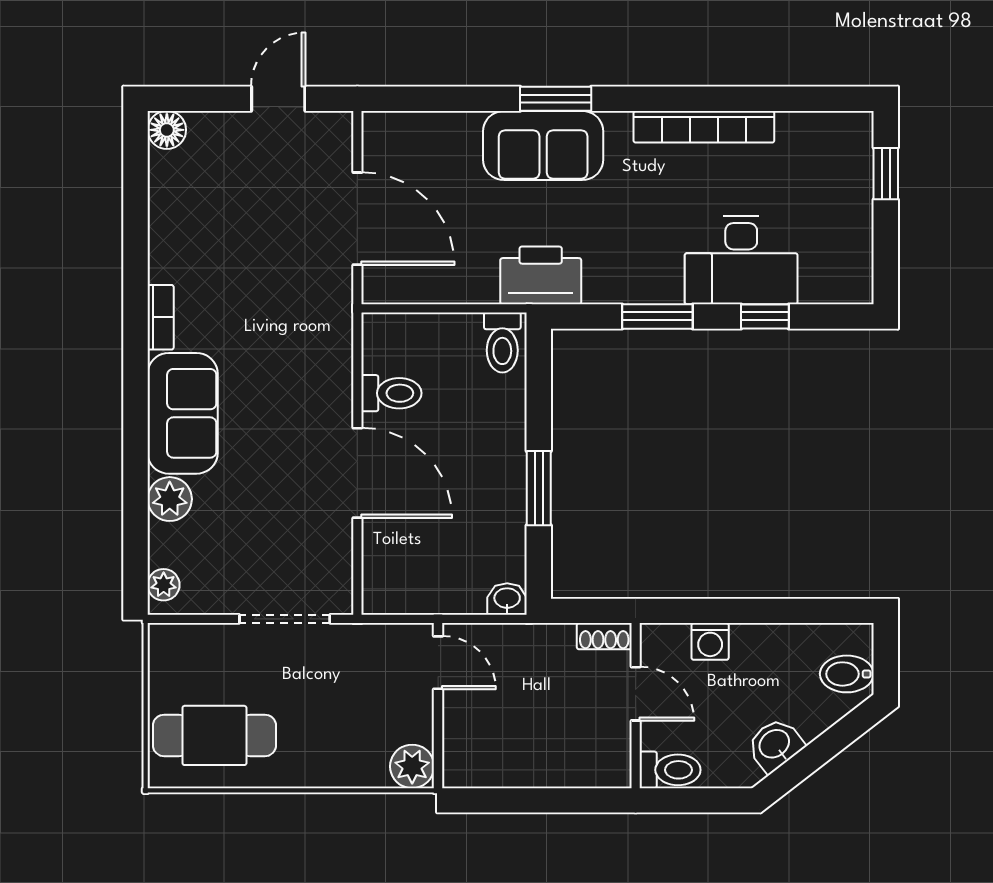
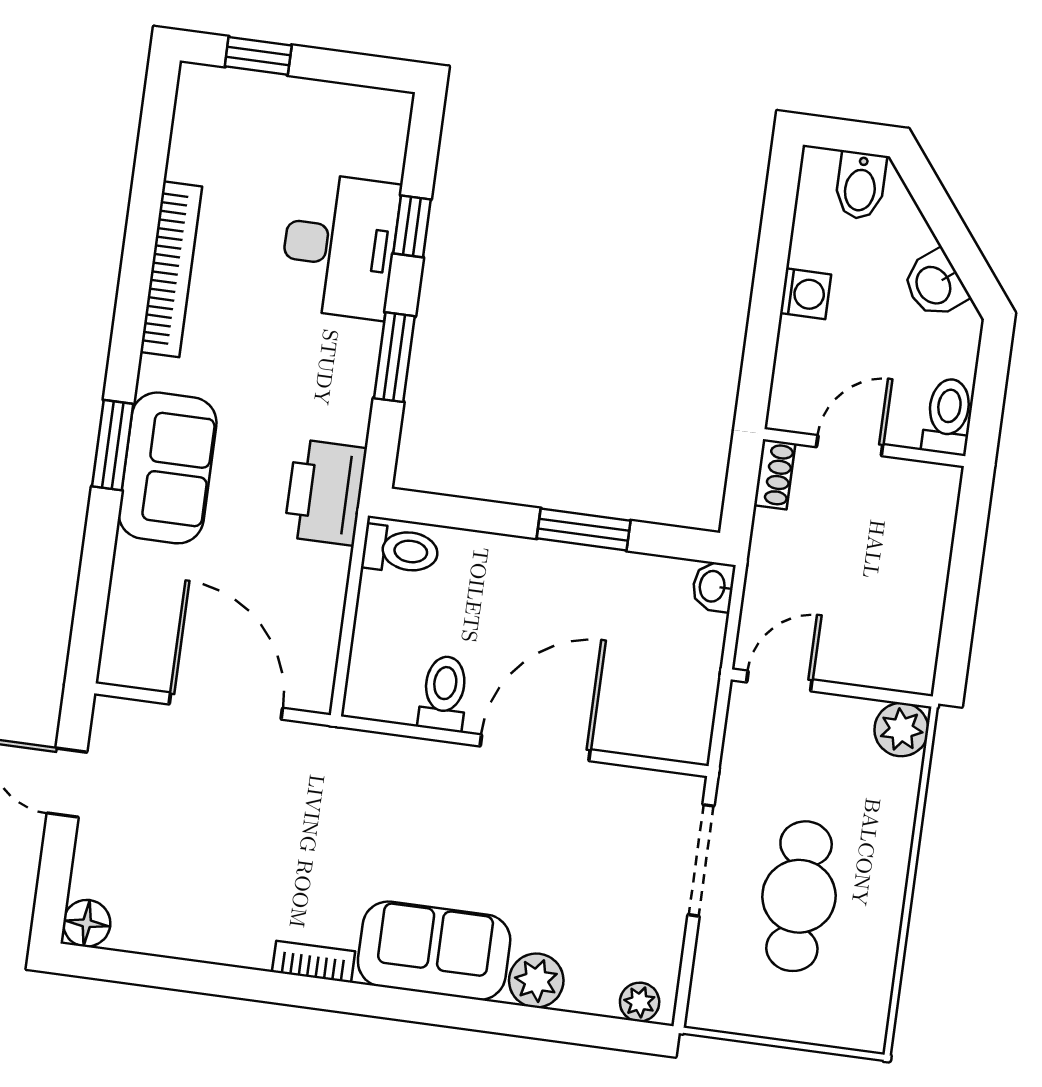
door: (357, 219) -> (226, 706), hinge flipped
washing machine: (710, 641) -> (806, 294), moved
cafe table: (214, 735) -> (799, 896), moved

